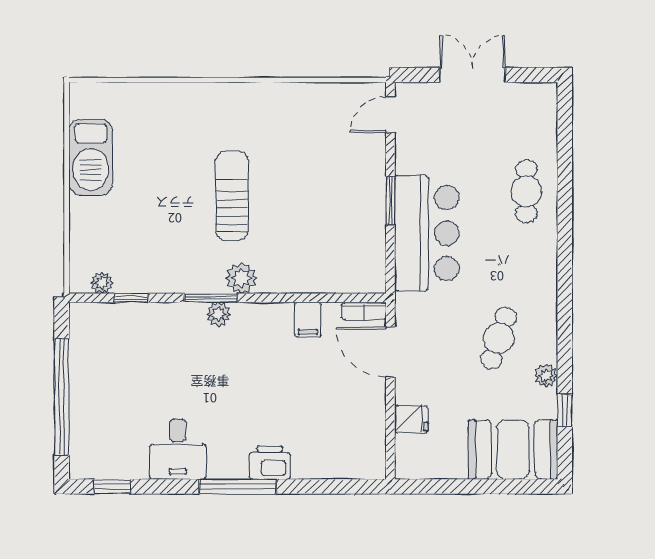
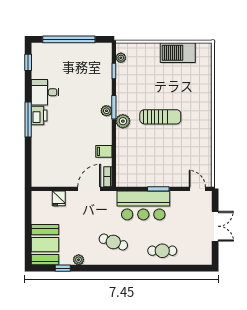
cafe table: (499, 338) -> (113, 242), moved
printer: (270, 462) -> (39, 115), moved

